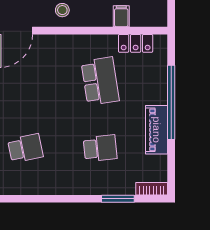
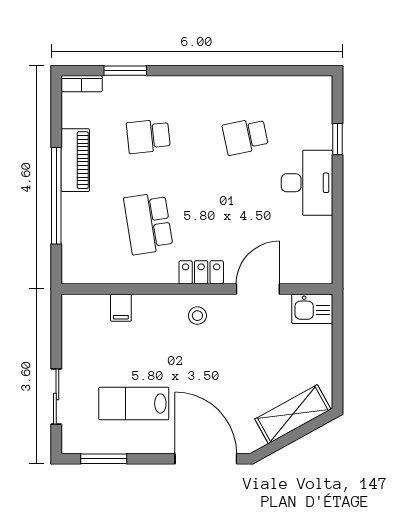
locker: (136, 43) -> (201, 272), moved

